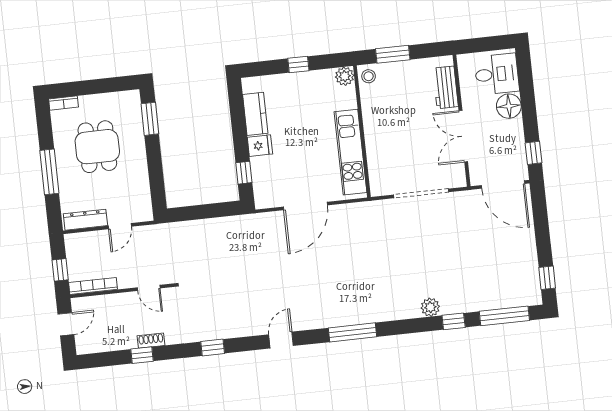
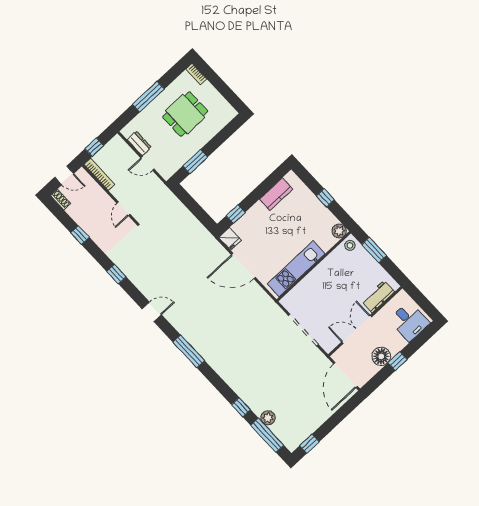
floor lamp: (509, 106) -> (381, 356), moved
window: (150, 119) -> (195, 162), moved
fridge: (260, 146) -> (230, 239), moved
window: (534, 153) -> (398, 361), moved
dresser: (85, 220) -> (139, 143), width x0.70
plant: (430, 307) -> (268, 418), moved
shoe rack: (151, 341) -> (61, 200), moved

